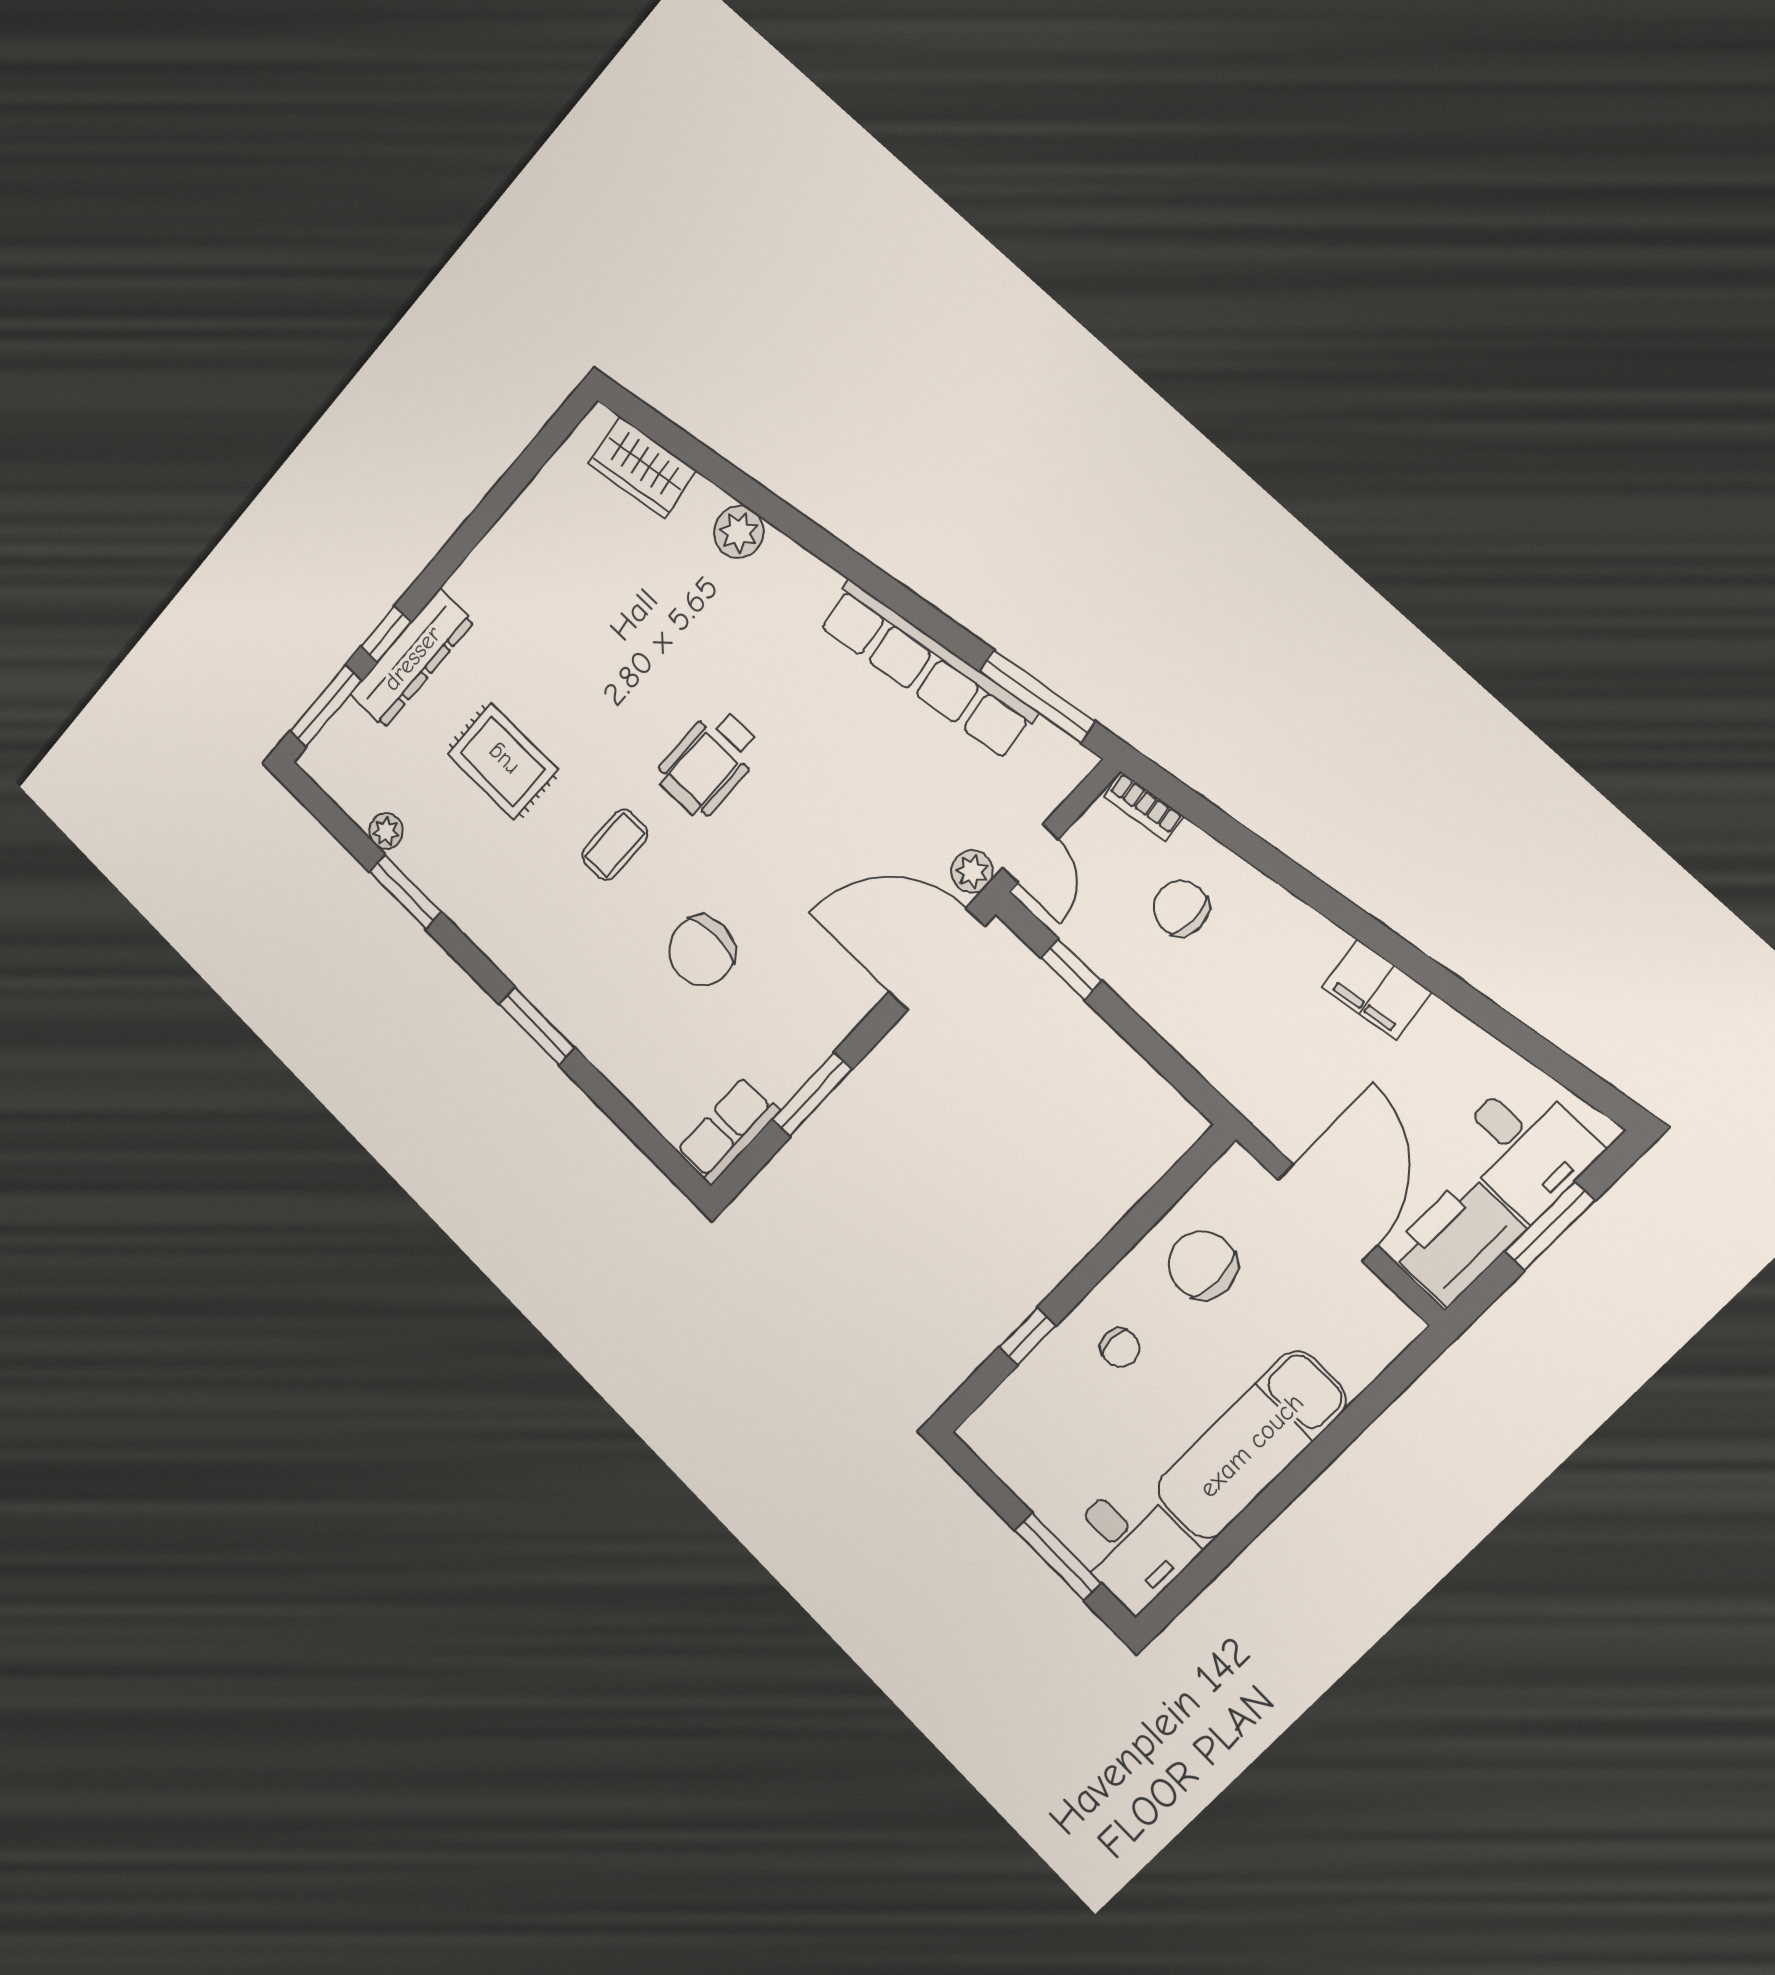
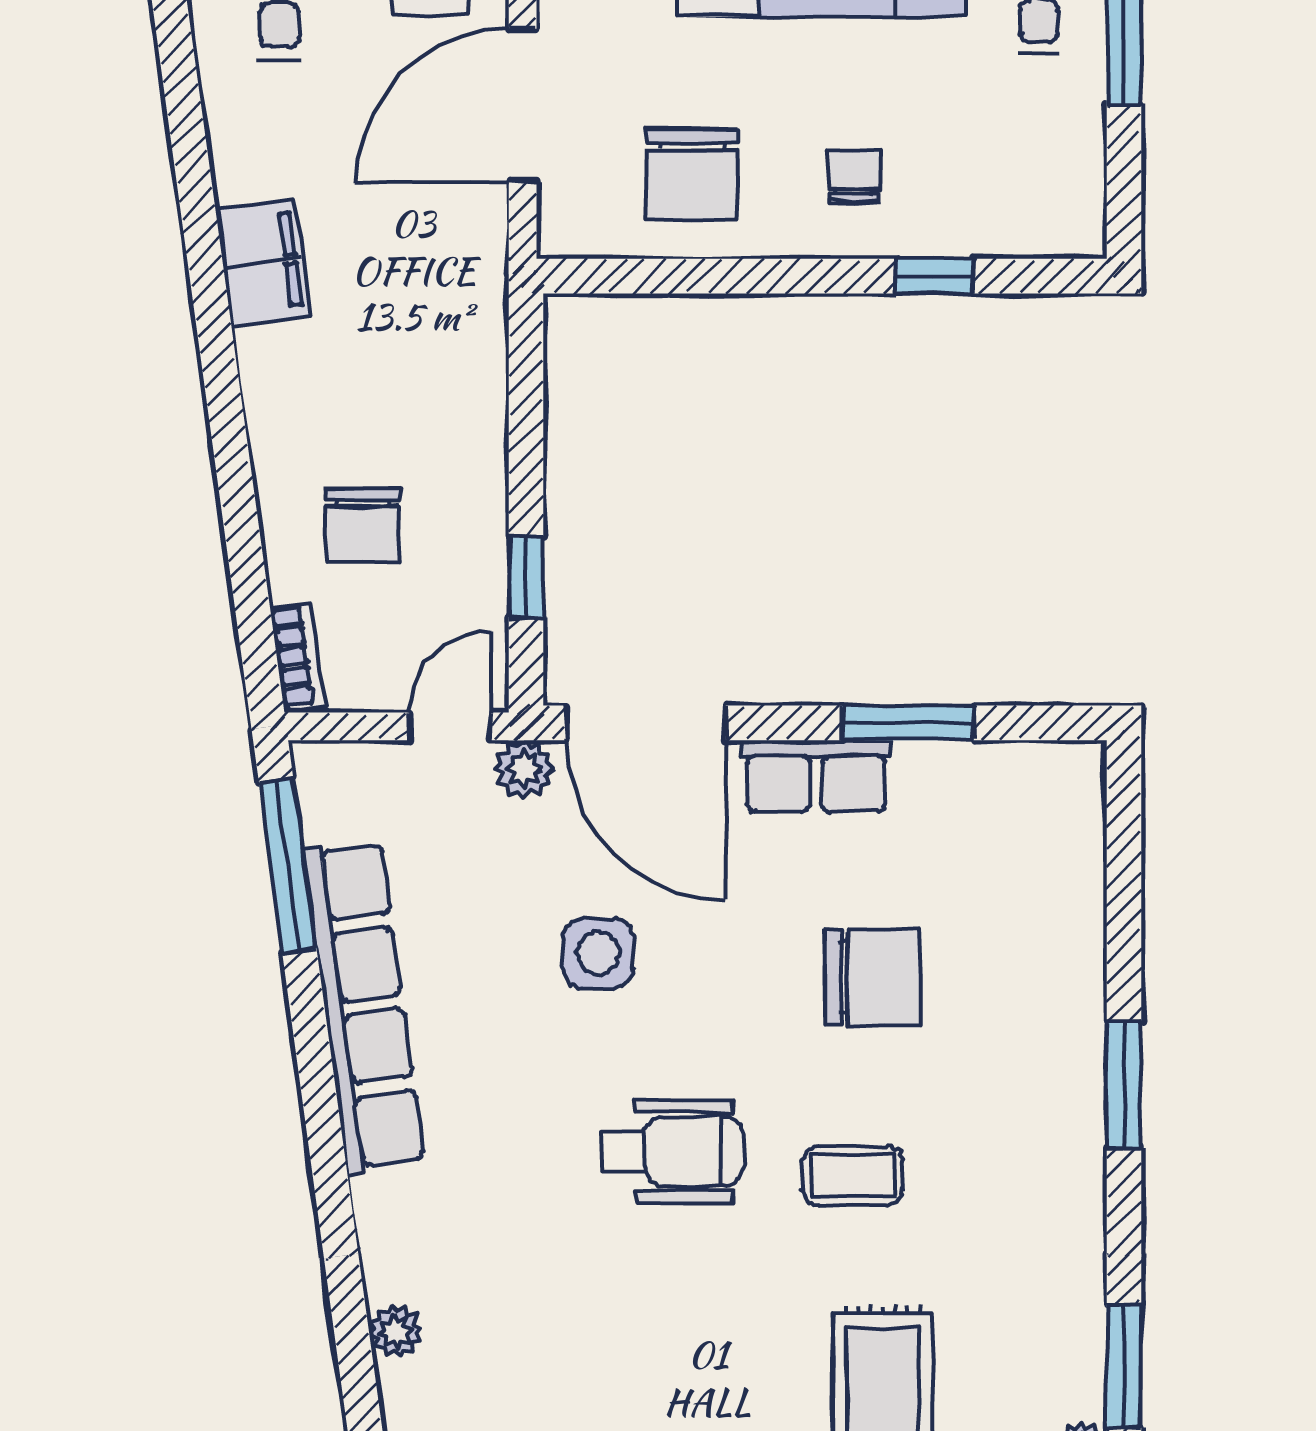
plant: (739, 532) -> (396, 1332), width x0.73, depth x0.73
side table: (842, 820) -> (598, 953), added
row of seats: (728, 1131) -> (816, 776), moved

